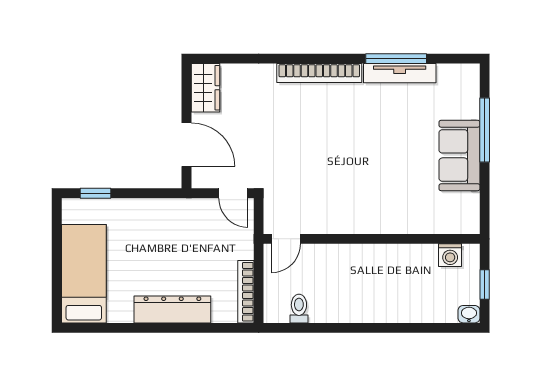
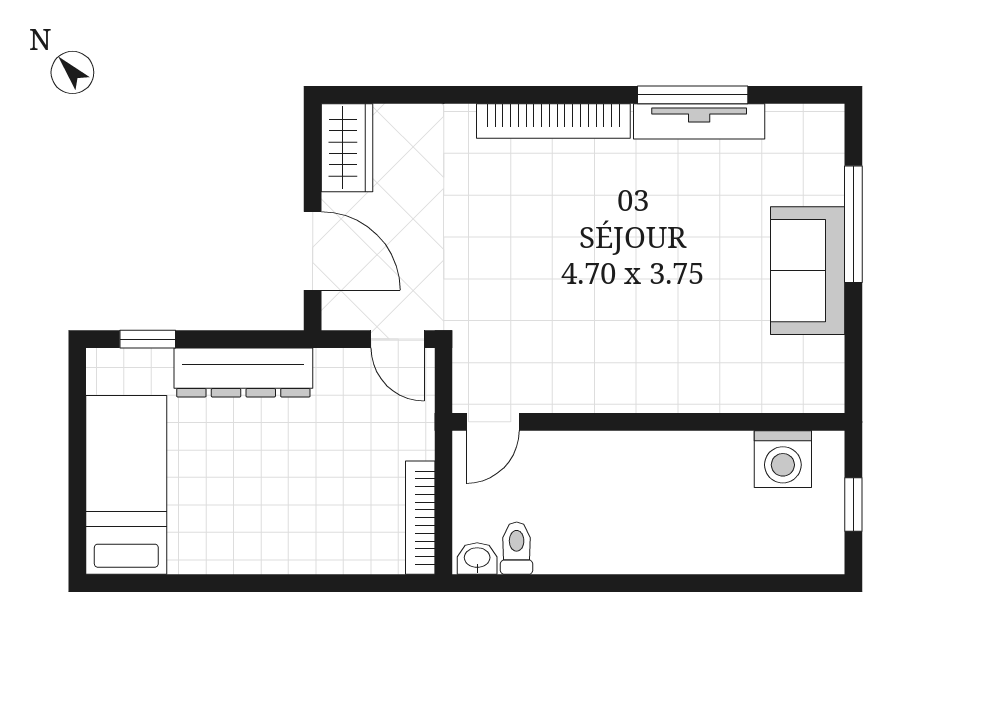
washing machine: (450, 255) -> (783, 459), width x1.38, depth x1.38
dresser: (172, 309) -> (243, 372), moved, turned 180
washbasin: (469, 314) -> (477, 559), moved

